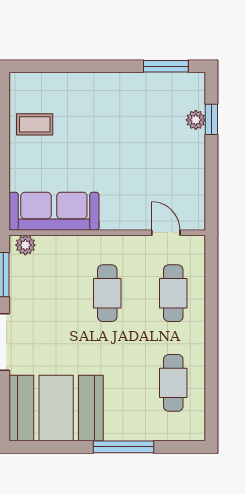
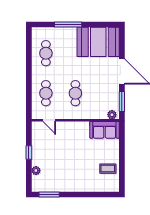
window: (211, 119) -> (29, 153), moved
sofa: (54, 211) -> (104, 130), width x0.73

